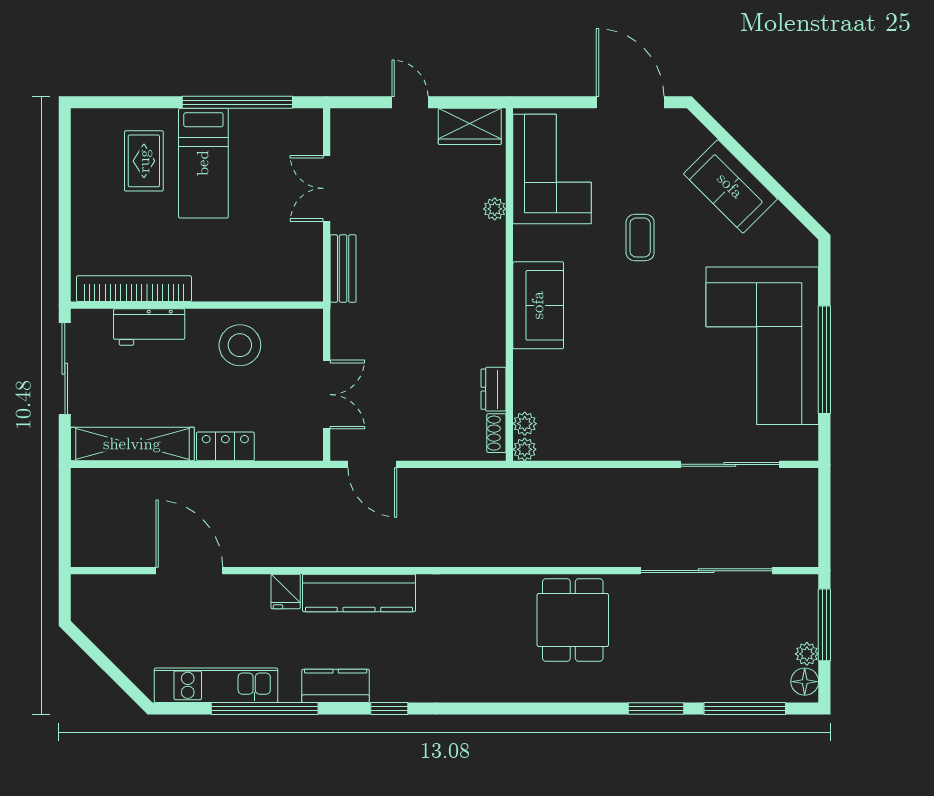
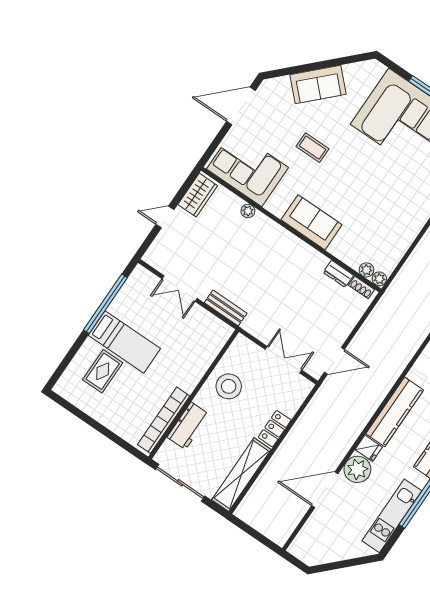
rug: (144, 161) -> (103, 371), turned 90
plant: (247, 596) -> (357, 469), added

